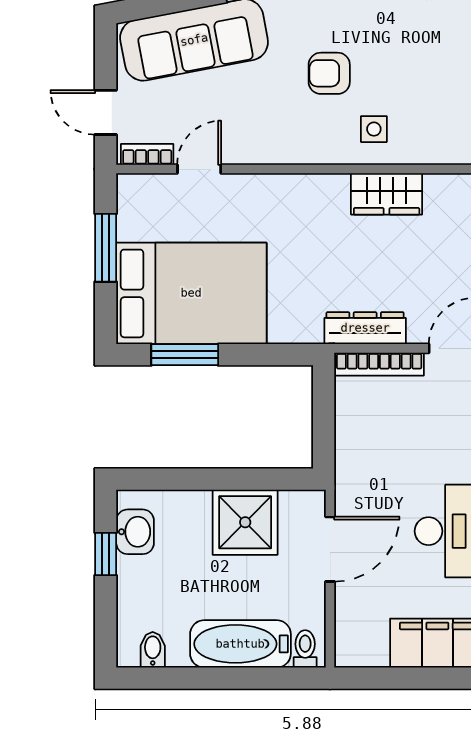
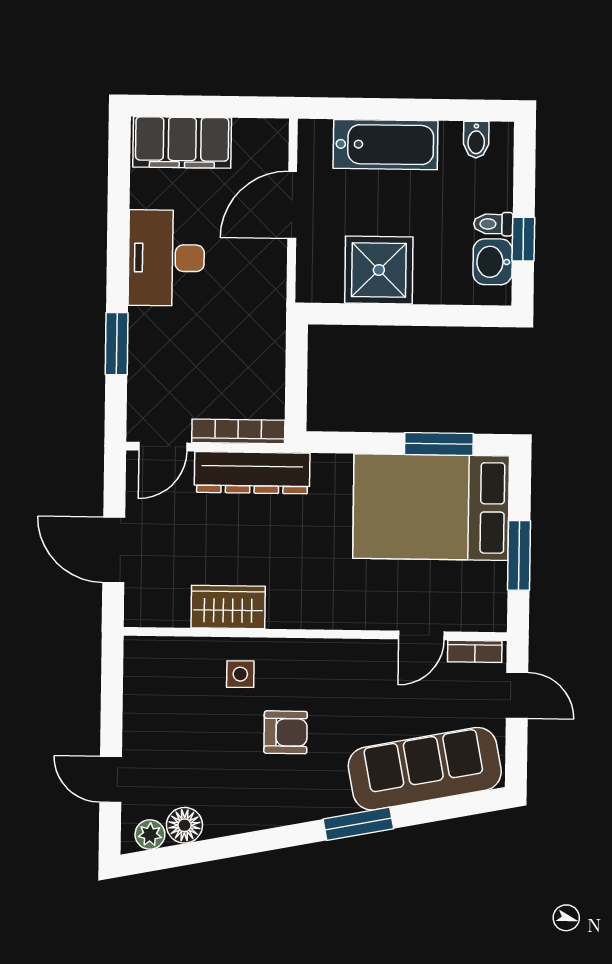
dresser: (365, 328) -> (252, 473), width x1.37, depth x1.24
door: (330, 549) -> (292, 205), moved
toilet: (305, 649) -> (493, 224), moved, turned 90

